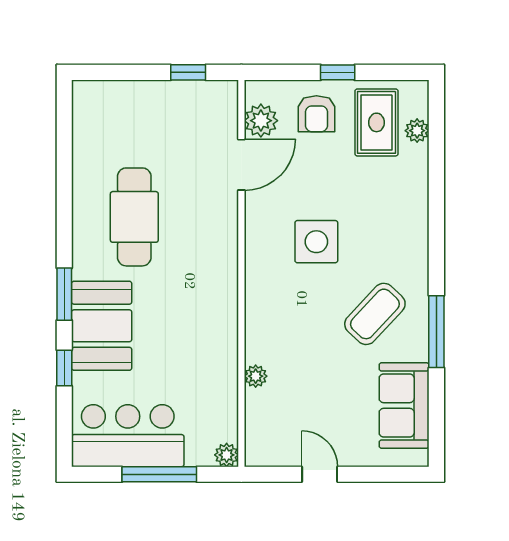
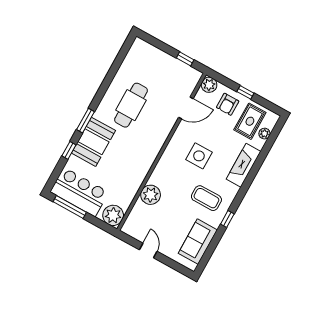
plant: (261, 121) -> (209, 85), moved
fireplace: (411, 213) -> (243, 165), added
coffee table: (375, 314) -> (206, 198), turned 47
window: (436, 332) -> (227, 219), width x0.46
plant: (256, 376) -> (151, 195), width x1.87, depth x1.87
plant: (227, 455) -> (113, 215), width x1.87, depth x1.87
window: (159, 474) -> (70, 207), moved

